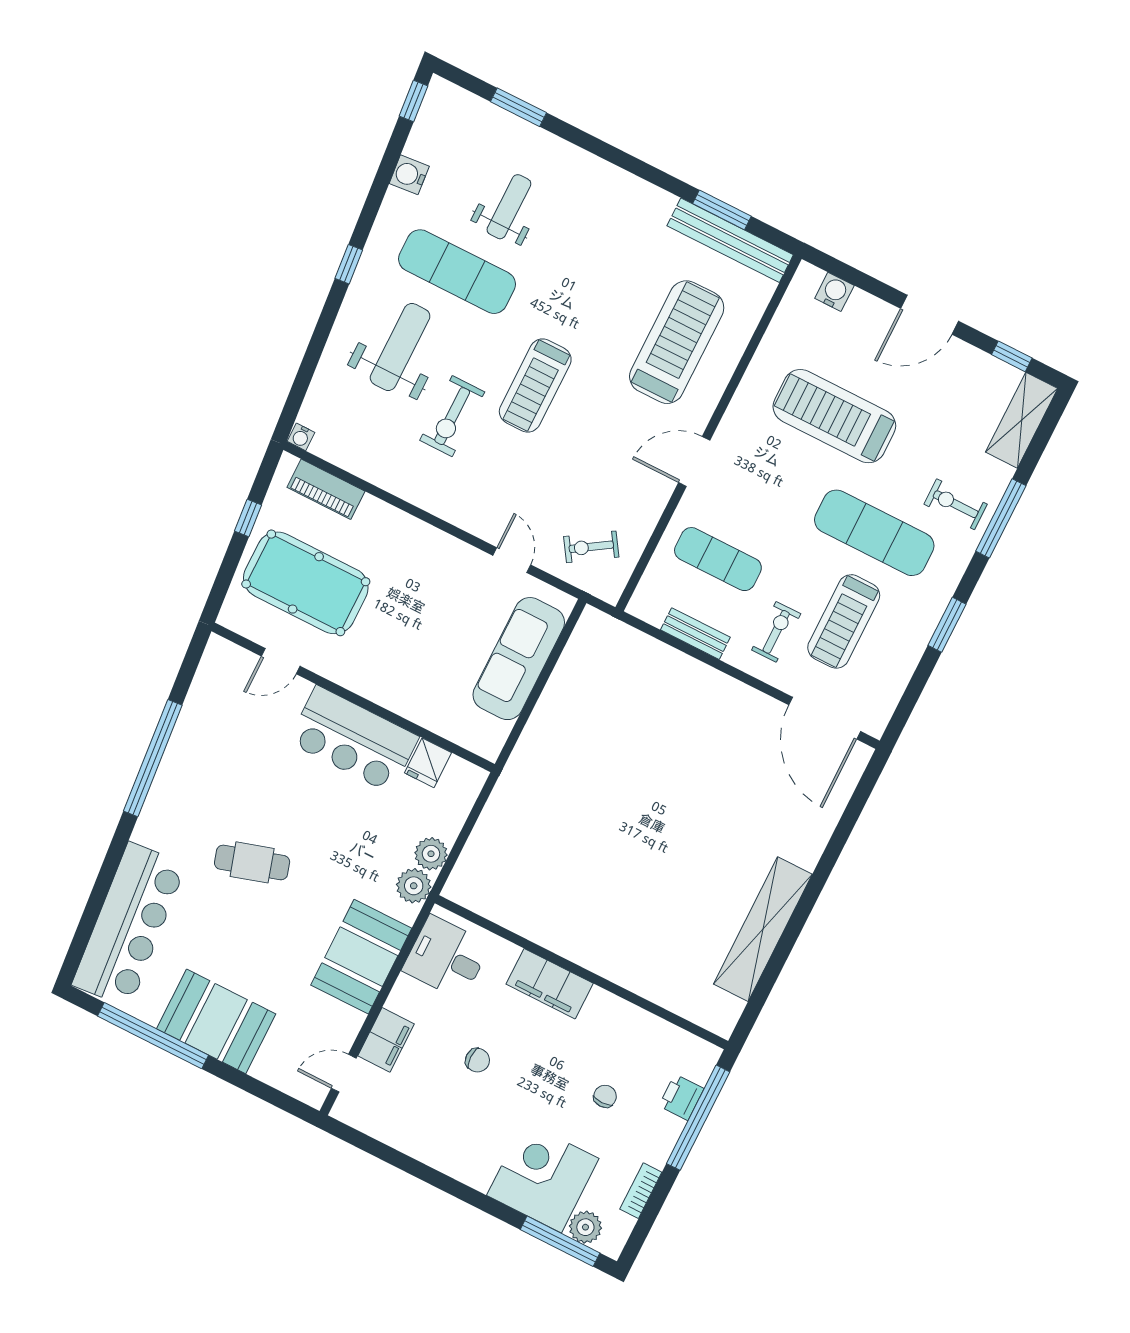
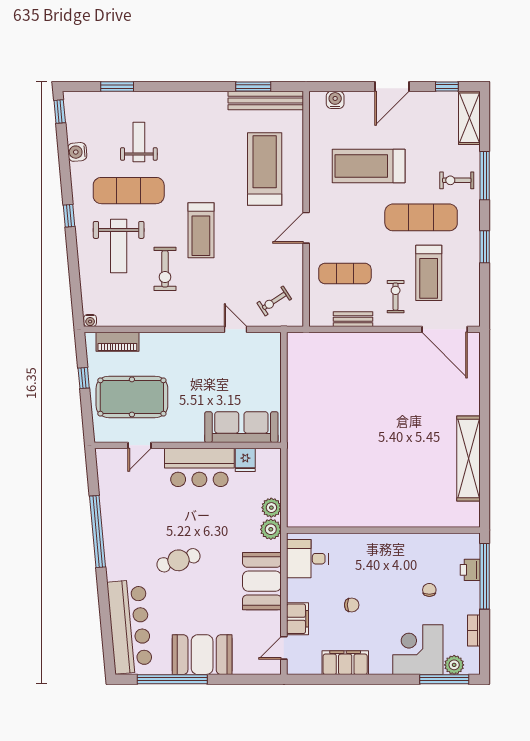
weight bench: (400, 347) -> (119, 246), turned 180
sofa: (519, 659) -> (241, 427), moved, turned 90
filing cabinet: (550, 984) -> (345, 663), moved, turned 180

